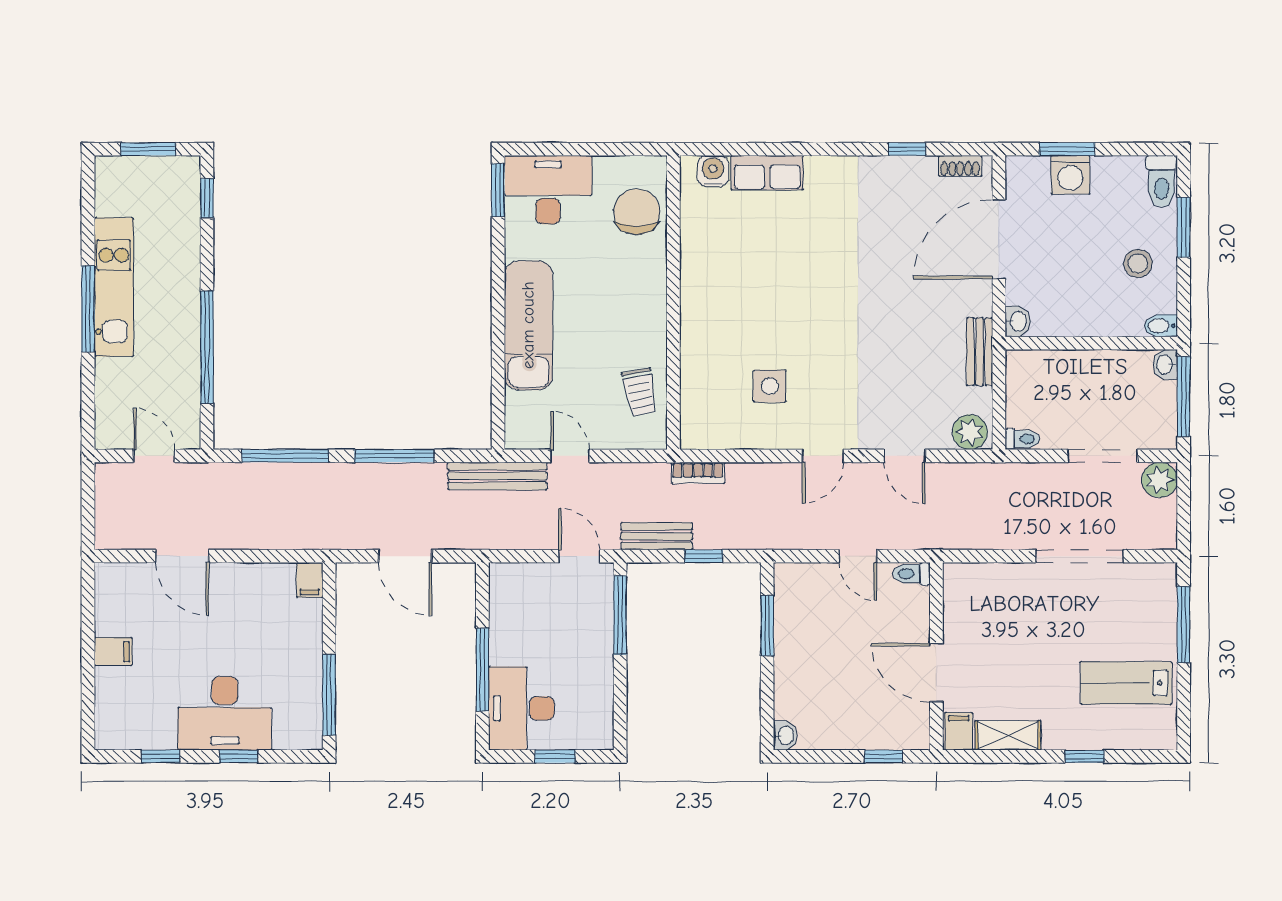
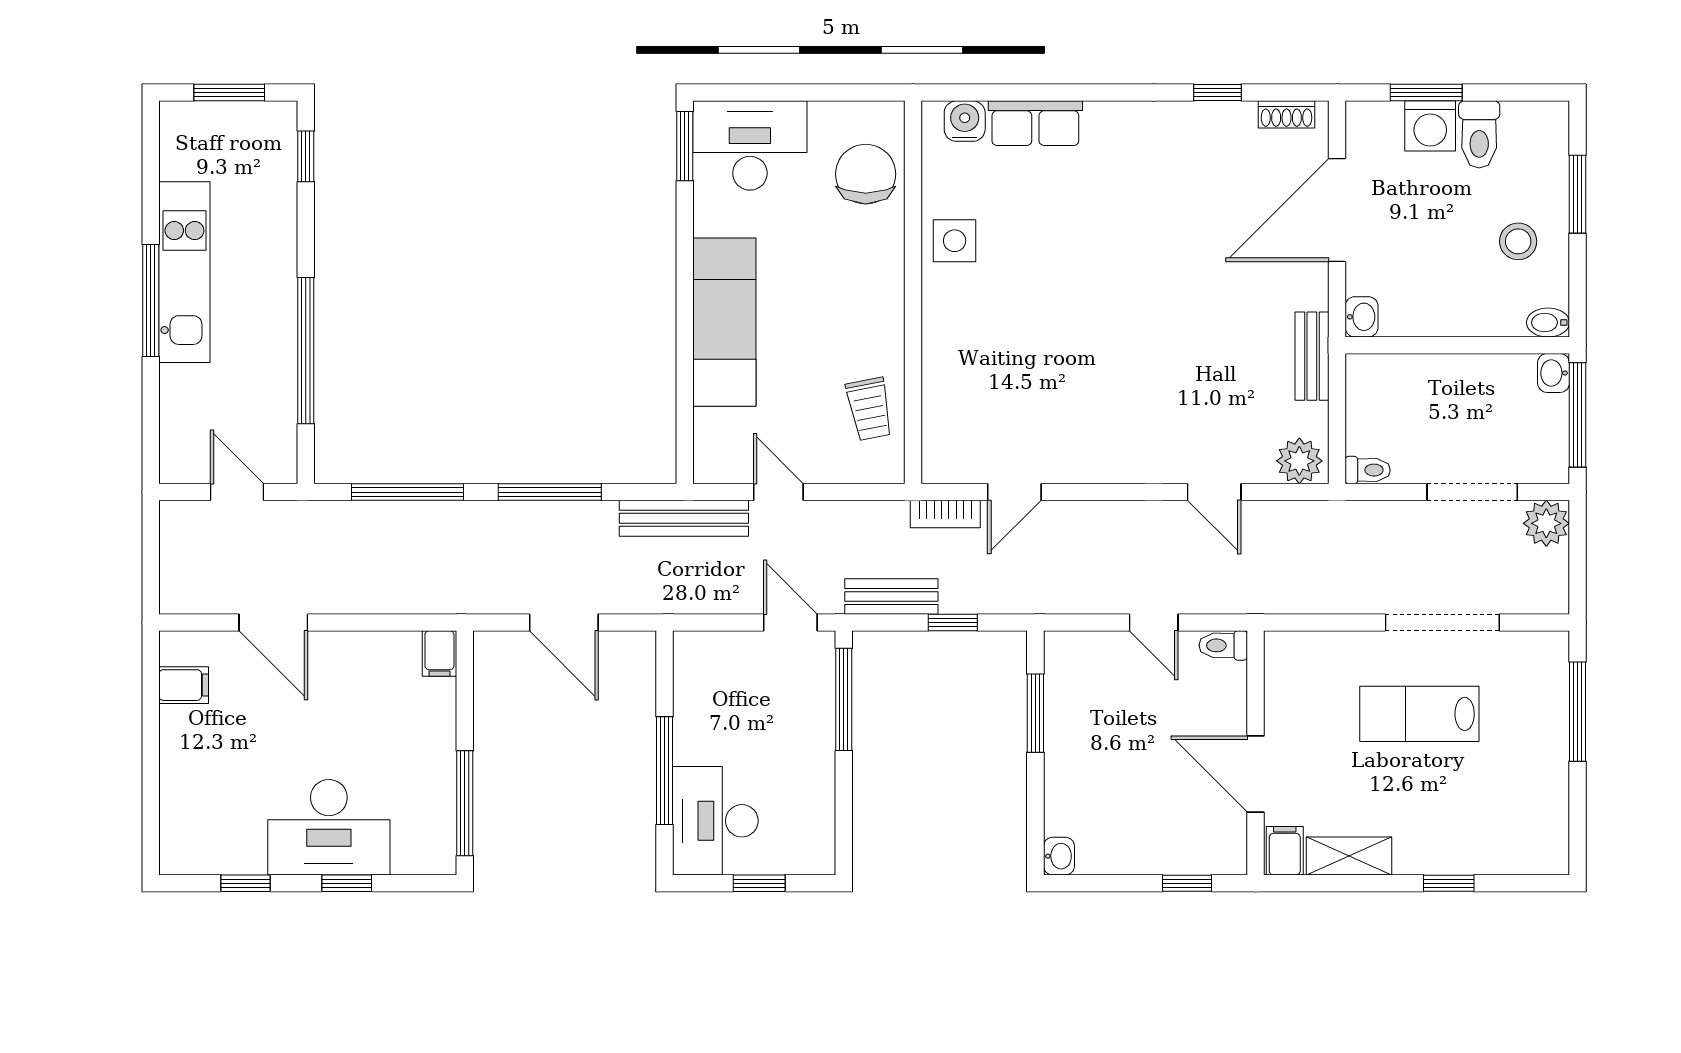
toilet: (1162, 181) -> (1479, 134), moved
side table: (770, 386) -> (955, 241), moved
door: (823, 456) -> (1014, 492), moved
filing cabinet: (113, 652) -> (184, 685), moved
lab bench: (1126, 683) -> (1419, 714), moved

